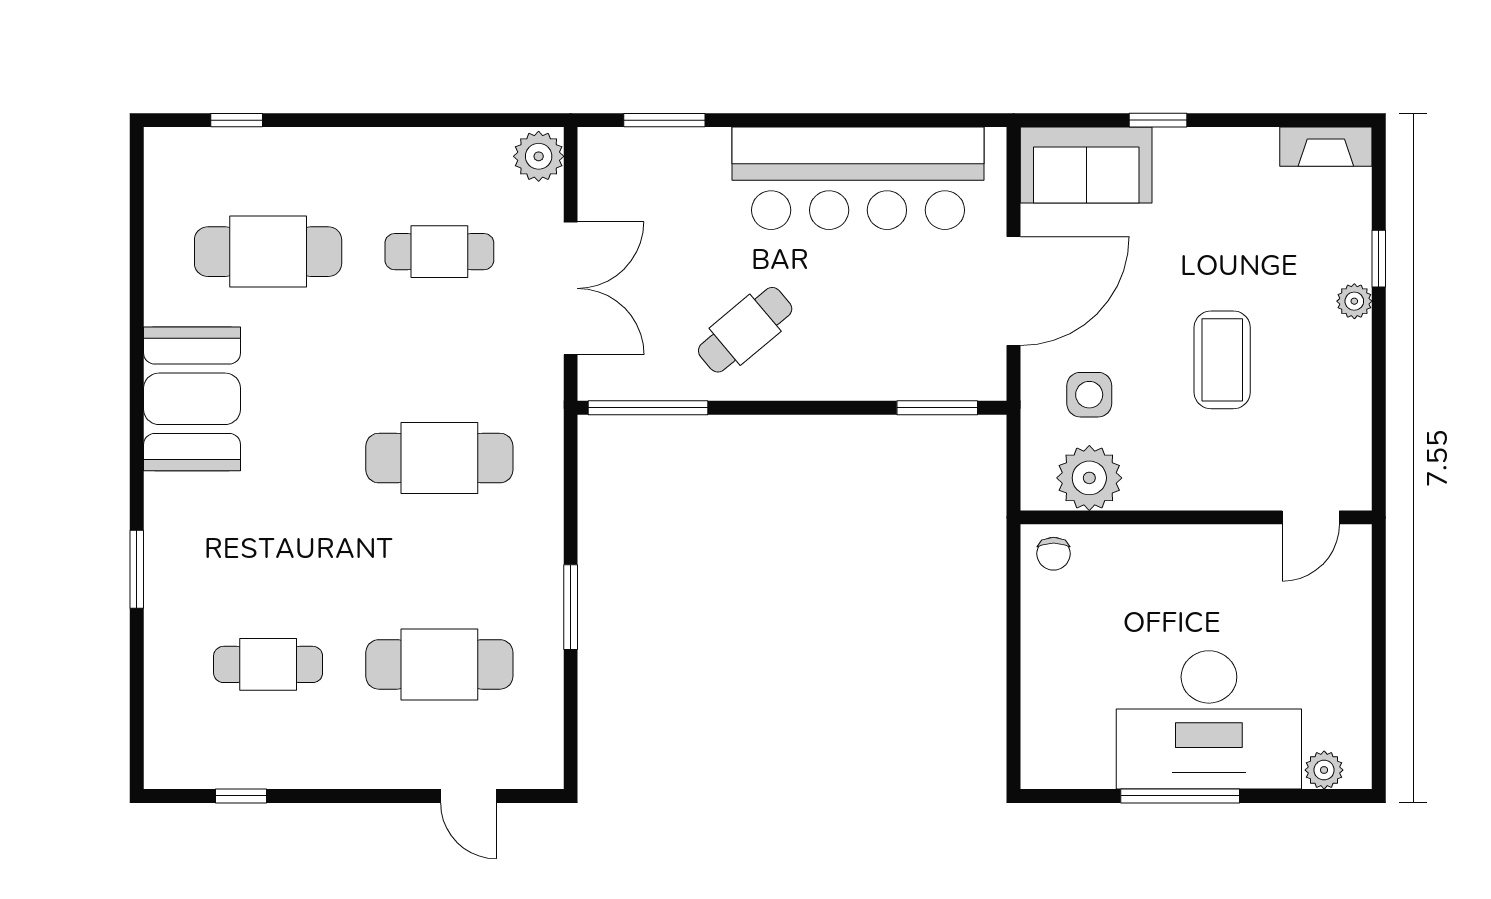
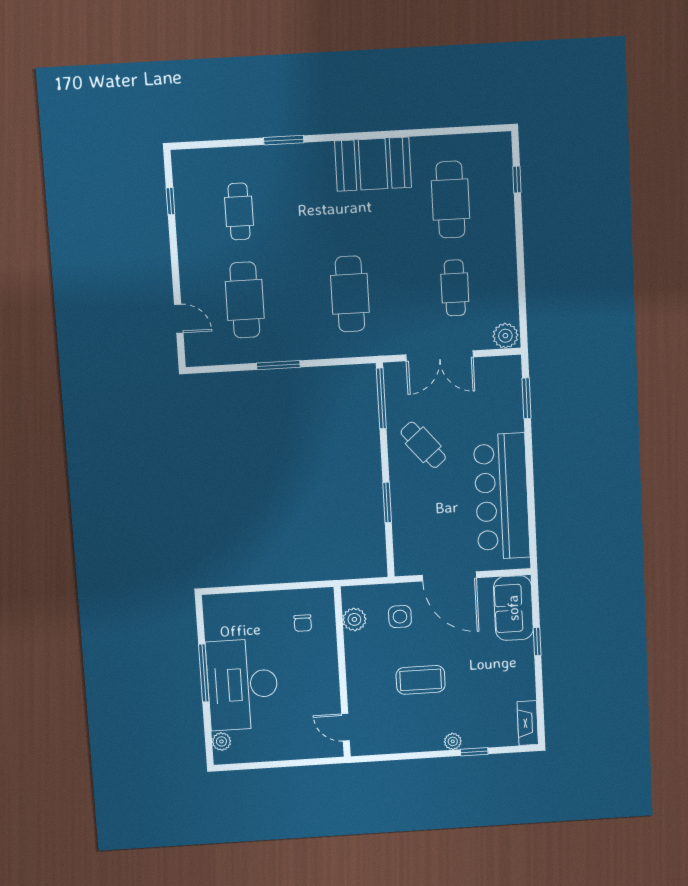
window: (937, 408) -> (387, 502), moved
plant: (1089, 478) -> (354, 619), width x0.73, depth x0.73
chair: (1054, 554) -> (303, 623), moved, turned -90
door: (468, 796) -> (179, 319), swing flipped

